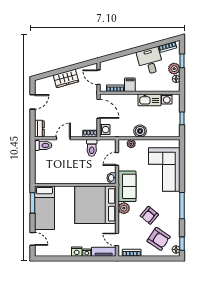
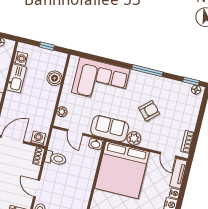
boiler: (140, 131) -> (55, 78), moved
armchair: (149, 215) -> (149, 111), turned -83
door: (117, 239) -> (168, 155), hinge flipped
armchair: (159, 239) -> (179, 107), removed

